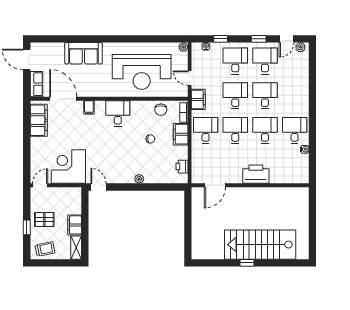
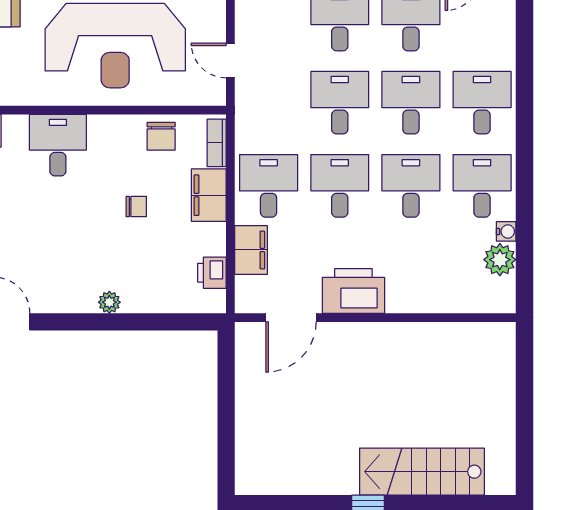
desk: (295, 96) -> (482, 103), added
filing cabinet: (198, 99) -> (251, 250), moved
plant: (302, 161) -> (500, 260), added
printer: (256, 174) -> (353, 291), moved
stairs: (260, 245) -> (422, 472), width x0.73, depth x0.66

